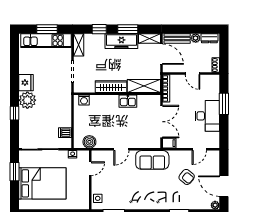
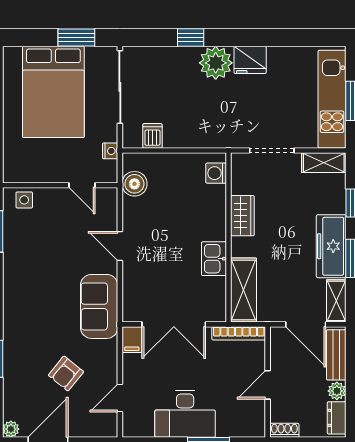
door: (161, 54) -> (306, 324), hinge flipped
wardrobe: (111, 87) -> (242, 216), width x0.67
door: (199, 149) -> (120, 398), hinge flipped

